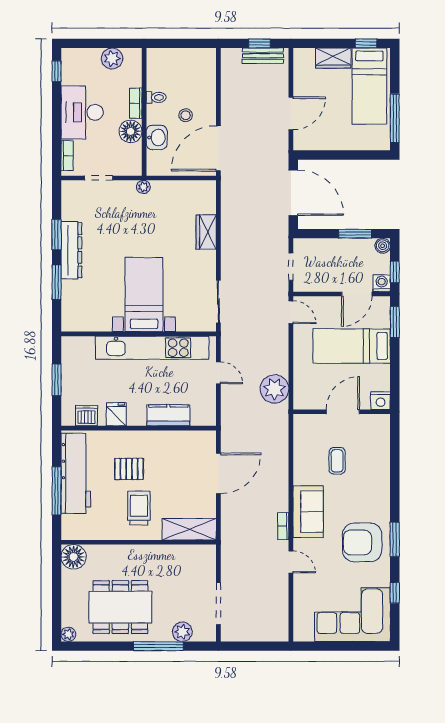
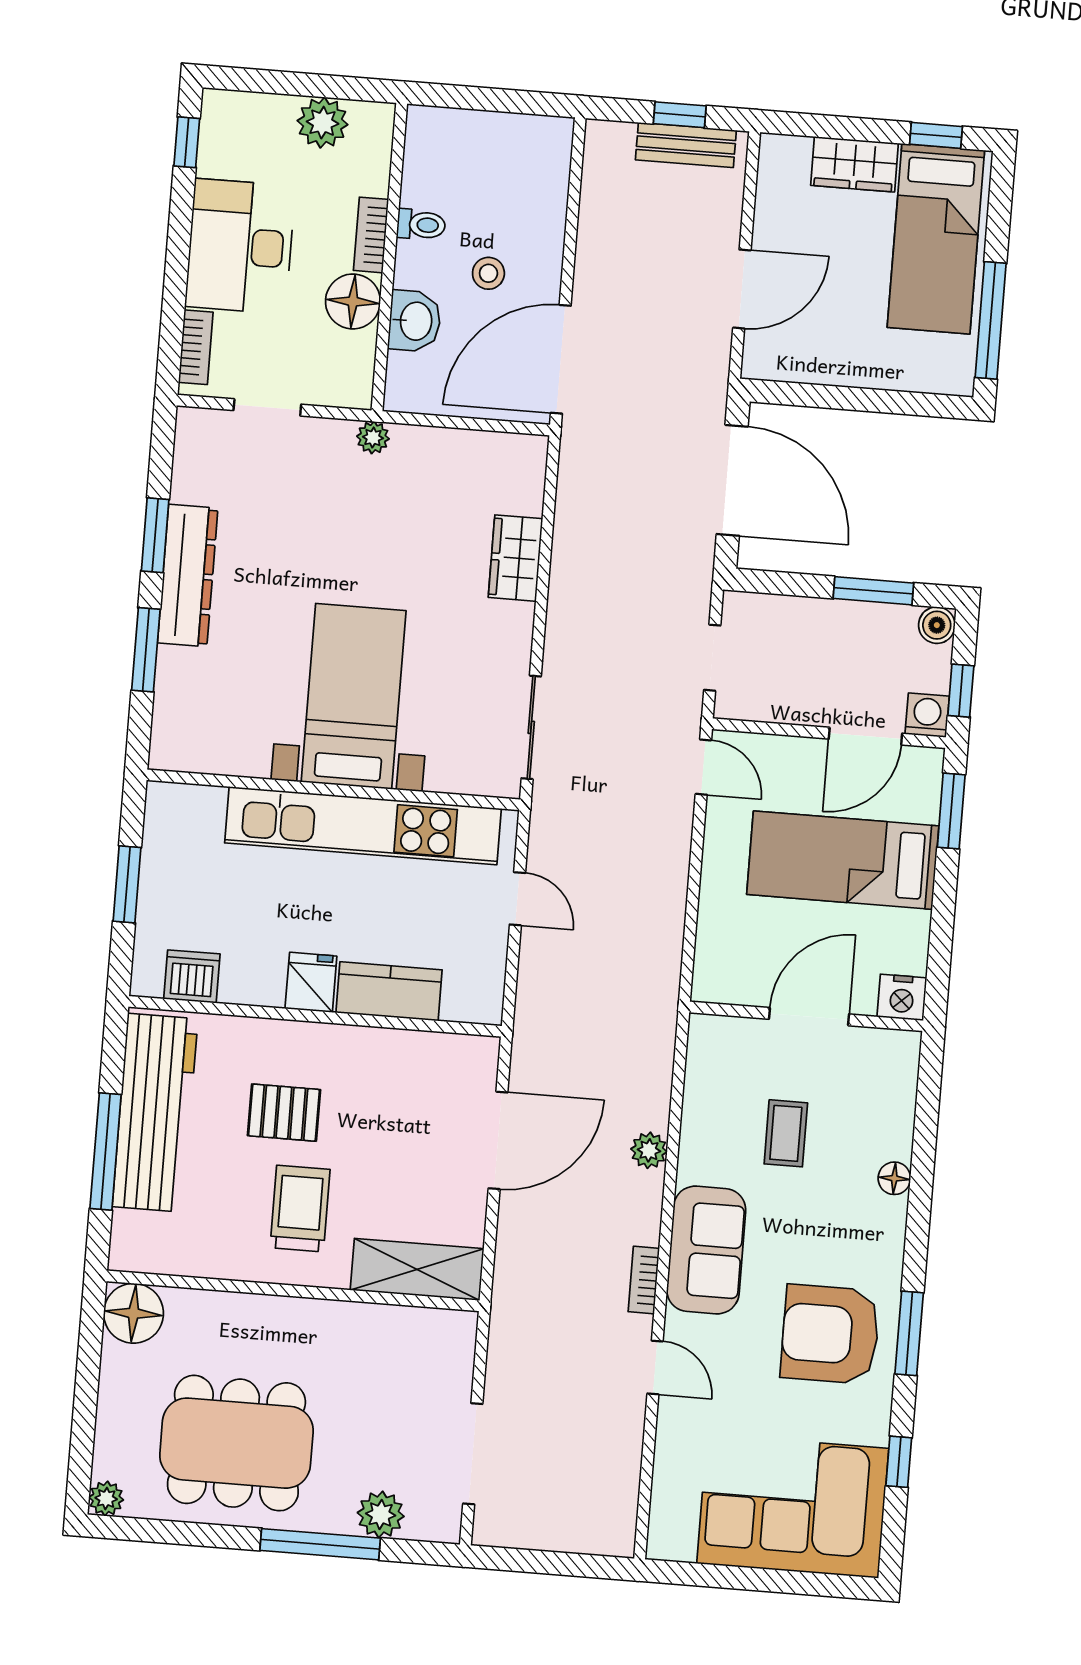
plant: (274, 389) -> (649, 1150), moved, width x0.53, depth x0.53
fridge: (116, 414) -> (311, 982), moved
floor lamp: (383, 476) -> (894, 1178), added

